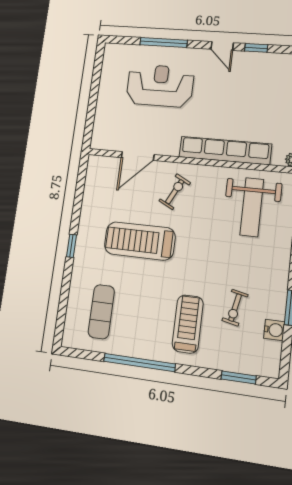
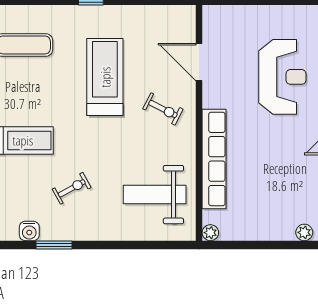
exercise bike: (235, 308) -> (72, 188), moved, turned 139

